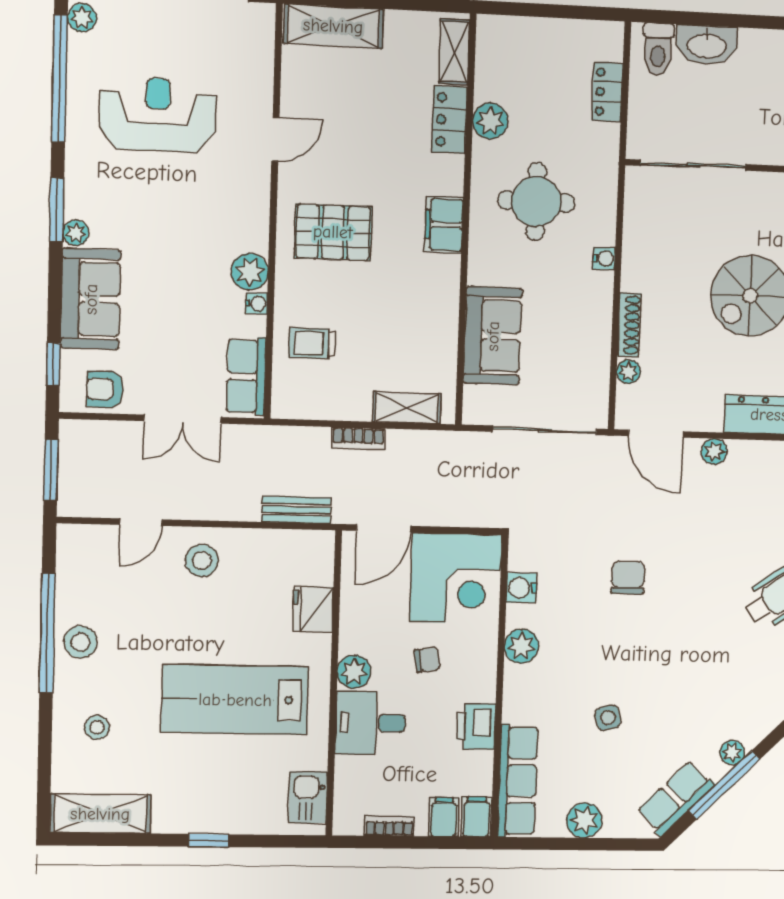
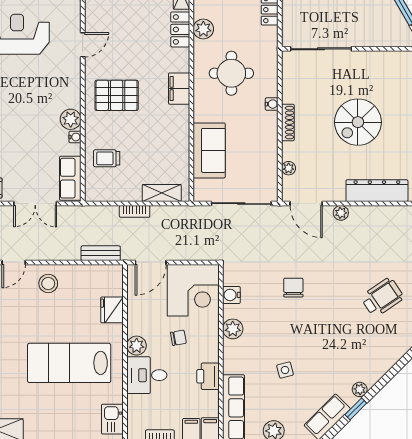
shoe rack: (629, 325) -> (288, 122), moved
window: (724, 785) -> (356, 409), width x0.46

